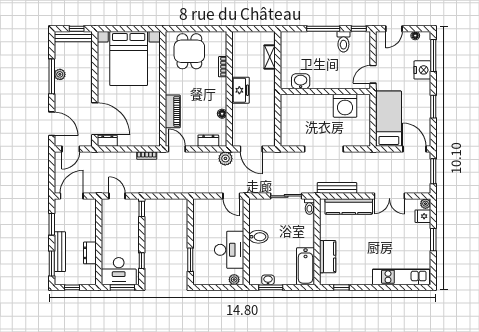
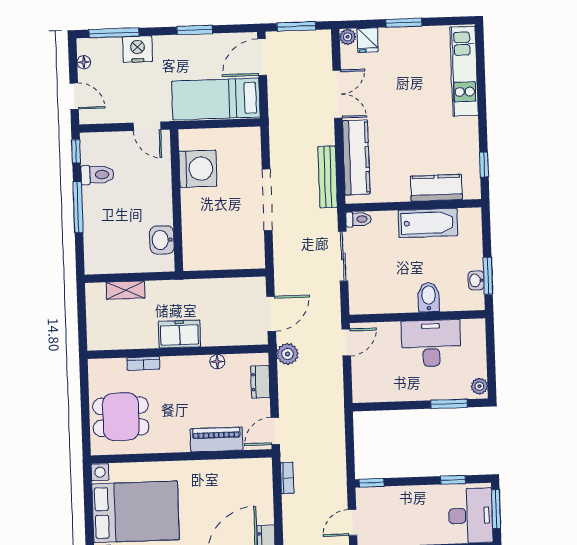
bidet: (258, 237) -> (429, 297), moved
bathtub: (306, 266) -> (428, 223), moved
plant: (234, 280) -> (479, 386), moved

